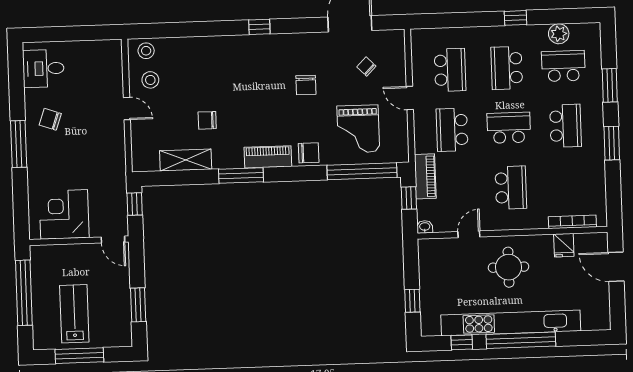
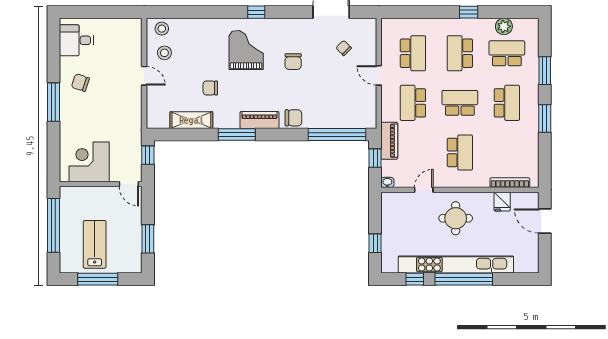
grand piano: (358, 129) -> (246, 50), moved, turned 180

